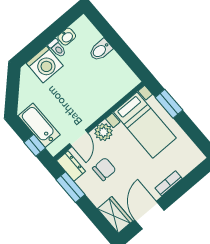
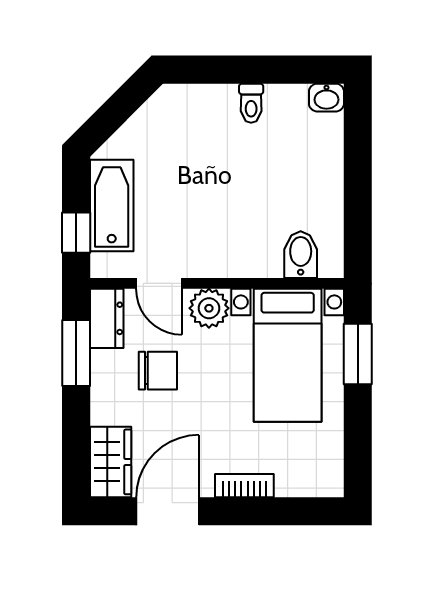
washbasin: (67, 37) -> (326, 98), moved
bidet: (101, 50) -> (301, 255), moved, turned 90
washing machine: (45, 64) -> (207, 112), removed
door: (79, 138) -> (159, 283), hinge flipped

